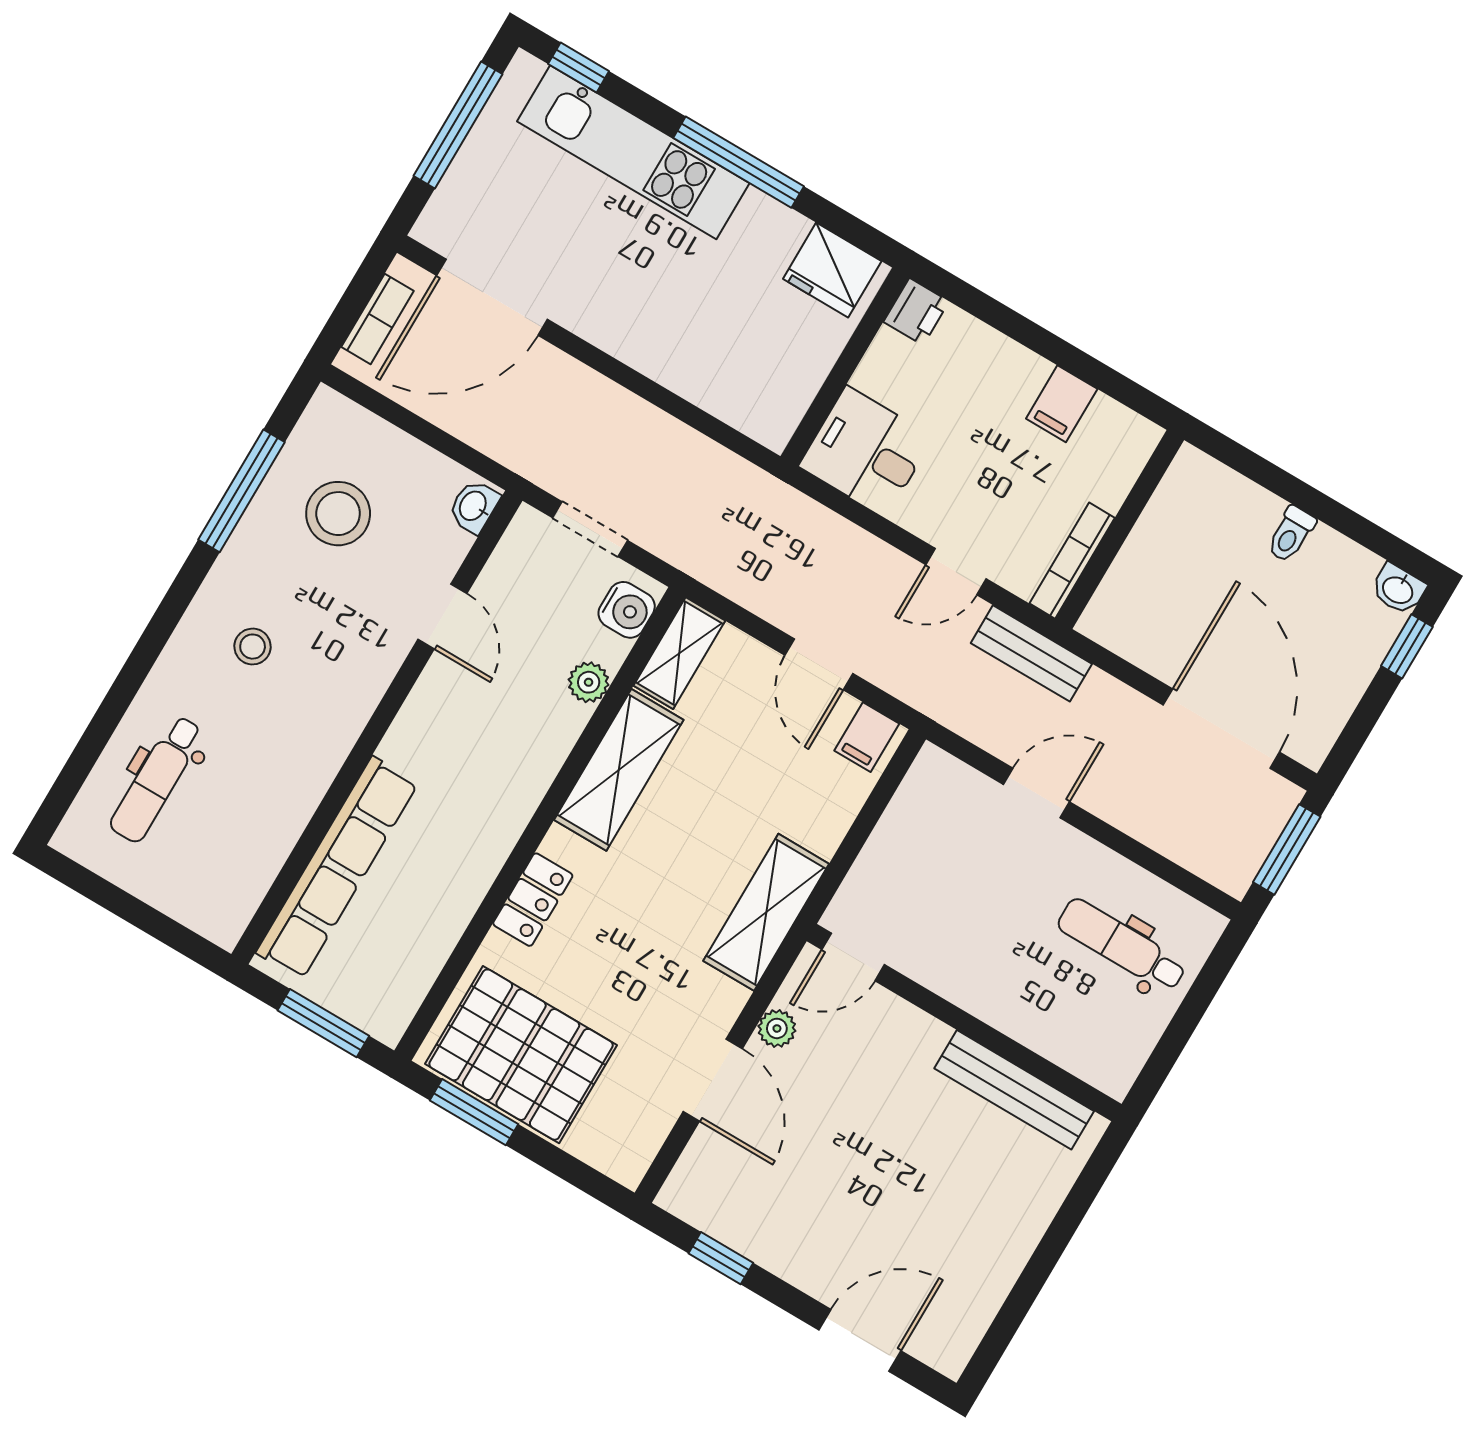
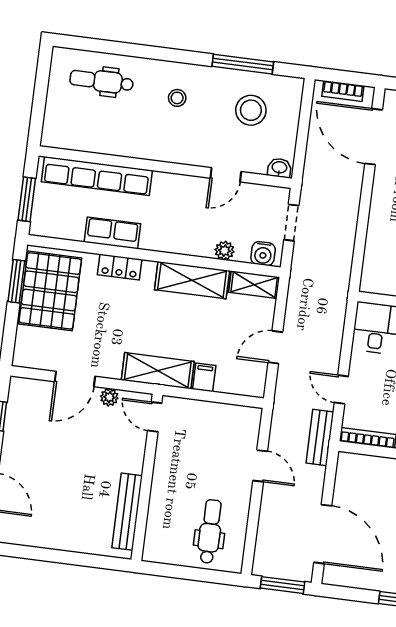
door: (1221, 729) -> (323, 534), hinge flipped
filing cabinet: (867, 737) -> (204, 377), moved, turned 90
row of seats: (461, 885) -> (112, 233), added

